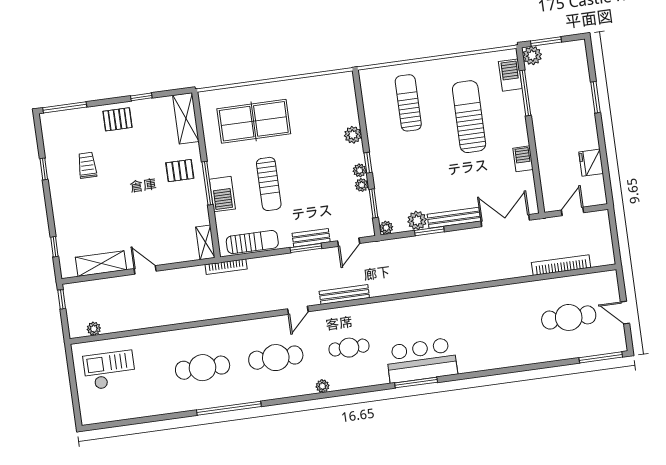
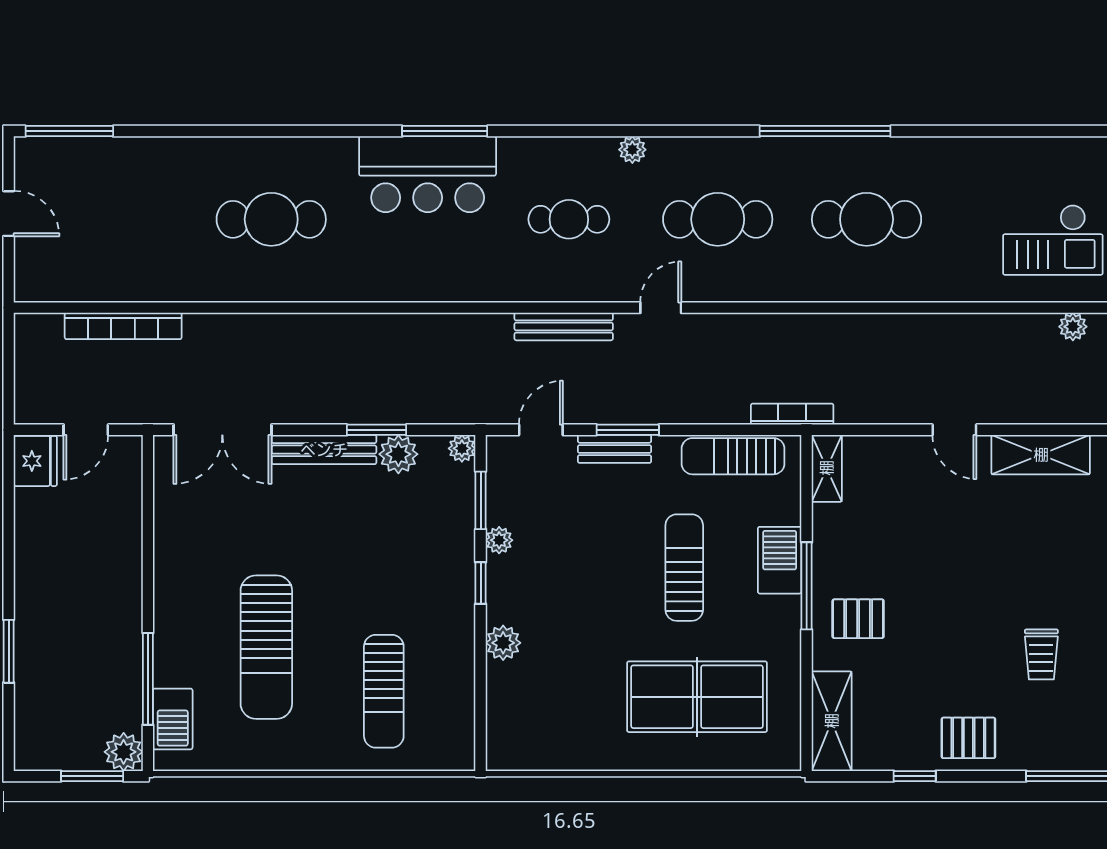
barbecue: (523, 159) -> (170, 548), removed
fridge: (591, 163) -> (35, 461), moved
plant: (360, 170) -> (499, 570), removed
cafe table: (569, 317) -> (271, 219), moved

